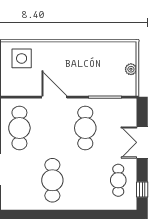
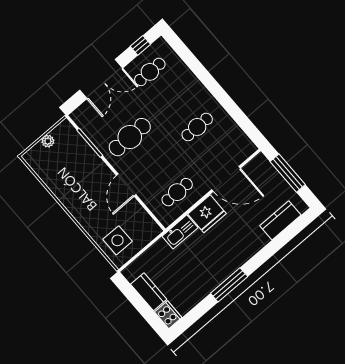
cafe table: (19, 128) -> (177, 192), width x0.73, depth x0.74
double door: (142, 142) -> (101, 79), width x1.37
cafe table: (52, 180) -> (197, 127), width x0.73, depth x0.74

